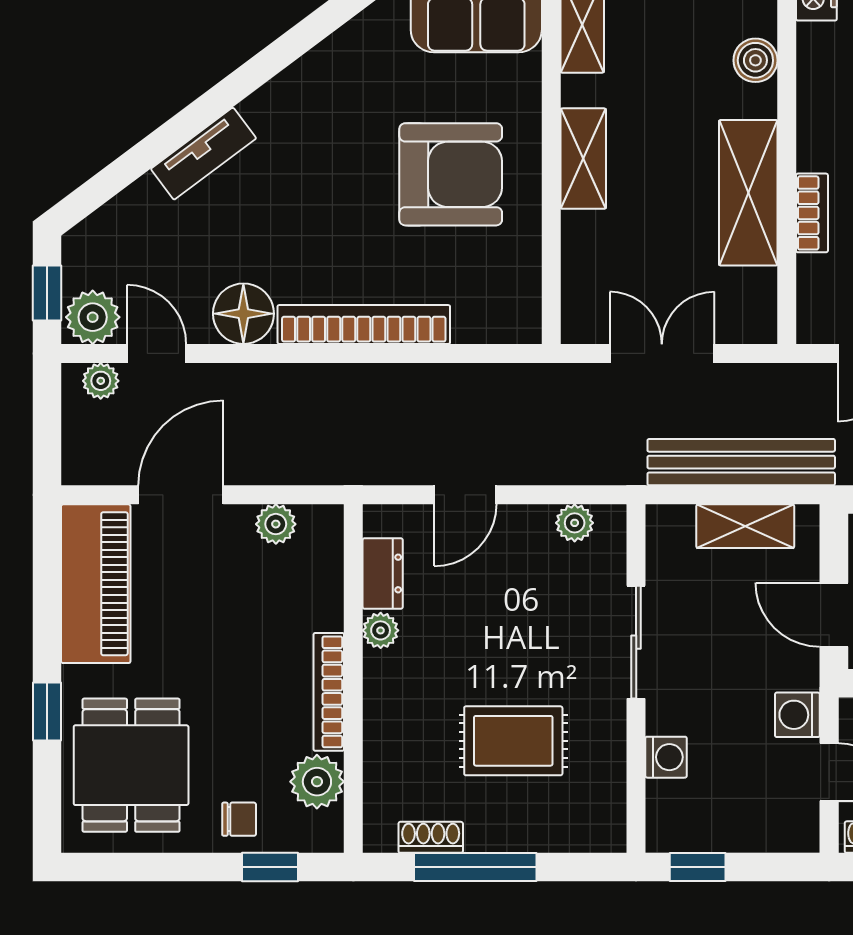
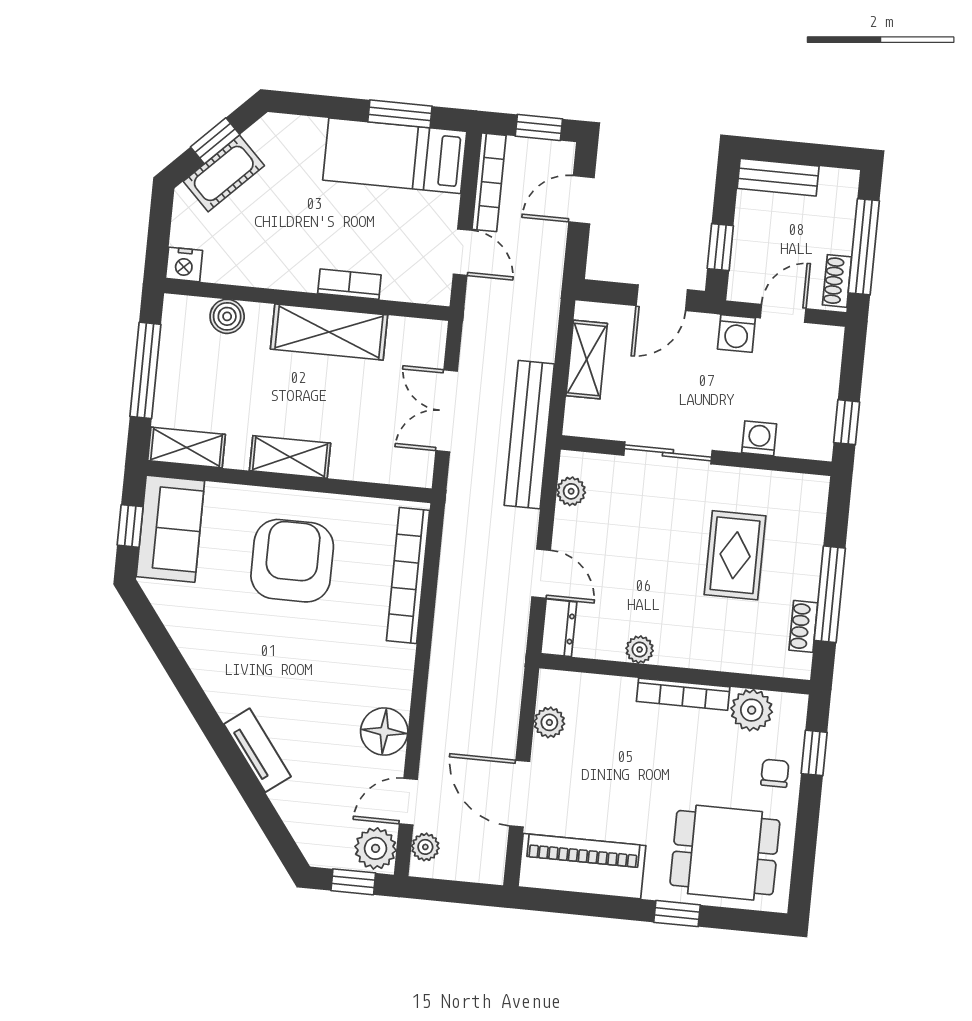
bookcase: (364, 324) -> (408, 575), moved
bench: (741, 462) -> (529, 435), moved
dresser: (383, 573) -> (559, 628), moved, turned 90

